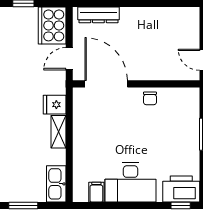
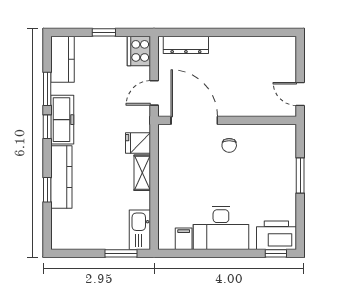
cooker: (52, 25) -> (139, 51), width x0.73, depth x0.76
chair: (150, 98) -> (229, 145), moved
window: (23, 206) -> (121, 253), moved

